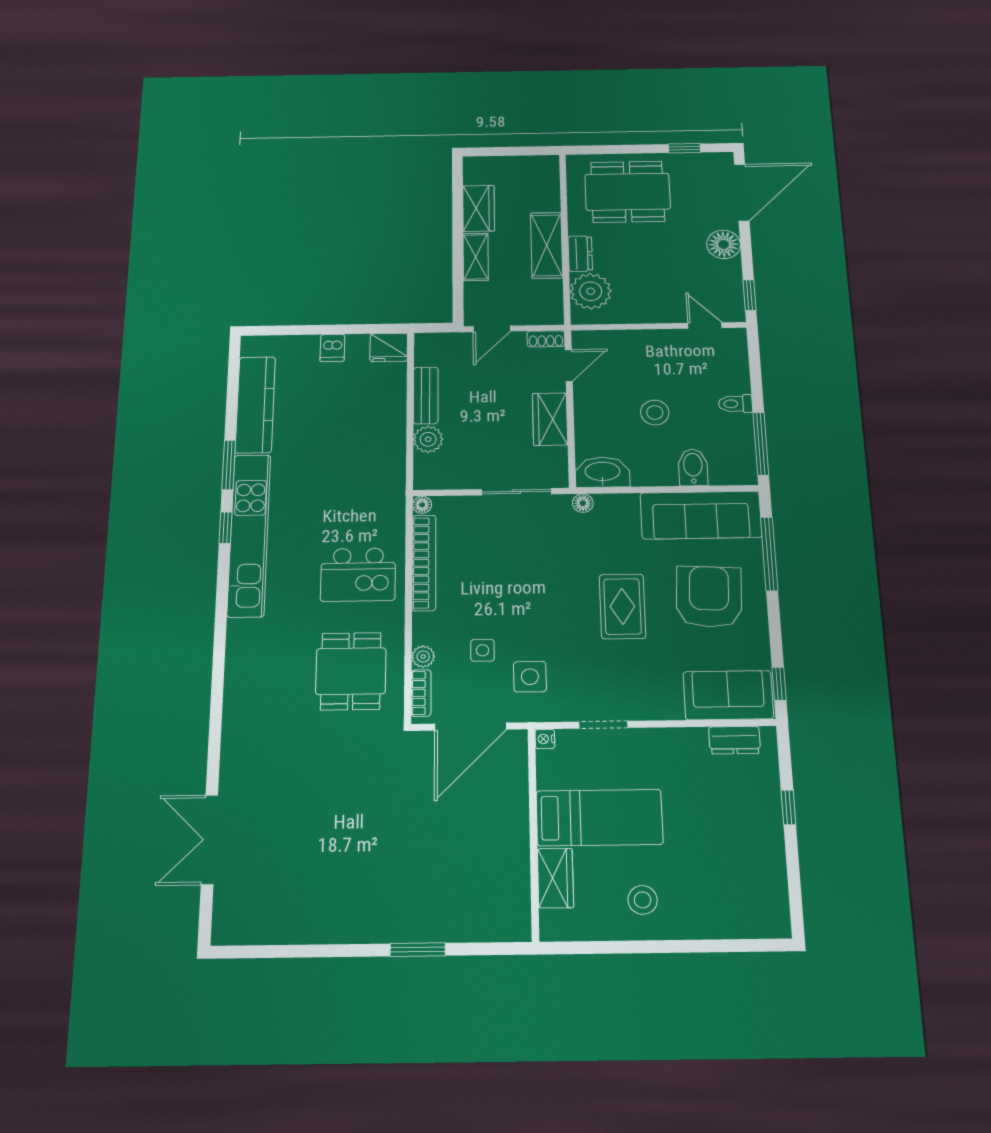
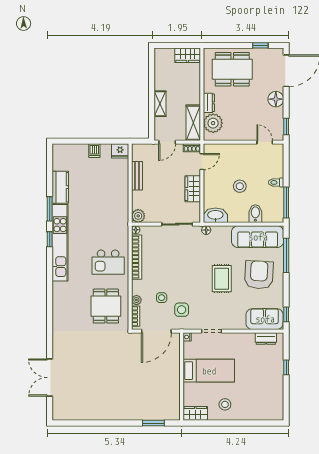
wardrobe: (479, 208) -> (188, 55), moved, turned 90
shelving: (547, 245) -> (193, 123), moved
kitchen counter: (255, 405) -> (60, 187), width x0.67
plant: (428, 439) -> (138, 216), moved
wardrobe: (555, 878) -> (195, 413), moved, turned -90
window: (418, 950) -> (153, 423), moved

